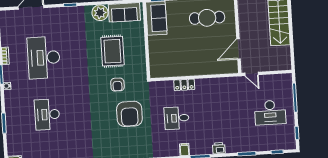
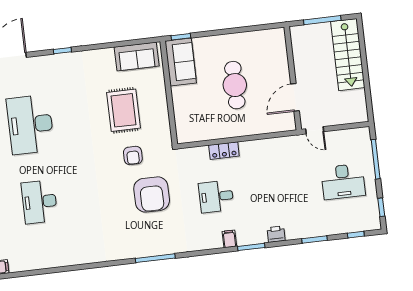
plant: (100, 13) -> (104, 59), removed
cafe table: (207, 18) -> (235, 85), moved, turned 90

